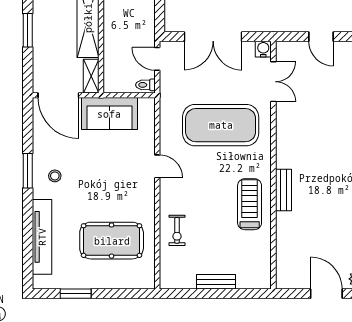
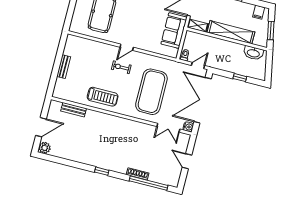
double door: (213, 37) -> (203, 100), width x1.36
door: (321, 37) -> (187, 161), hinge flipped
door: (157, 166) -> (127, 47), moved
bench: (284, 190) -> (74, 110), moved
exercise bike: (177, 230) -> (121, 67), moved

